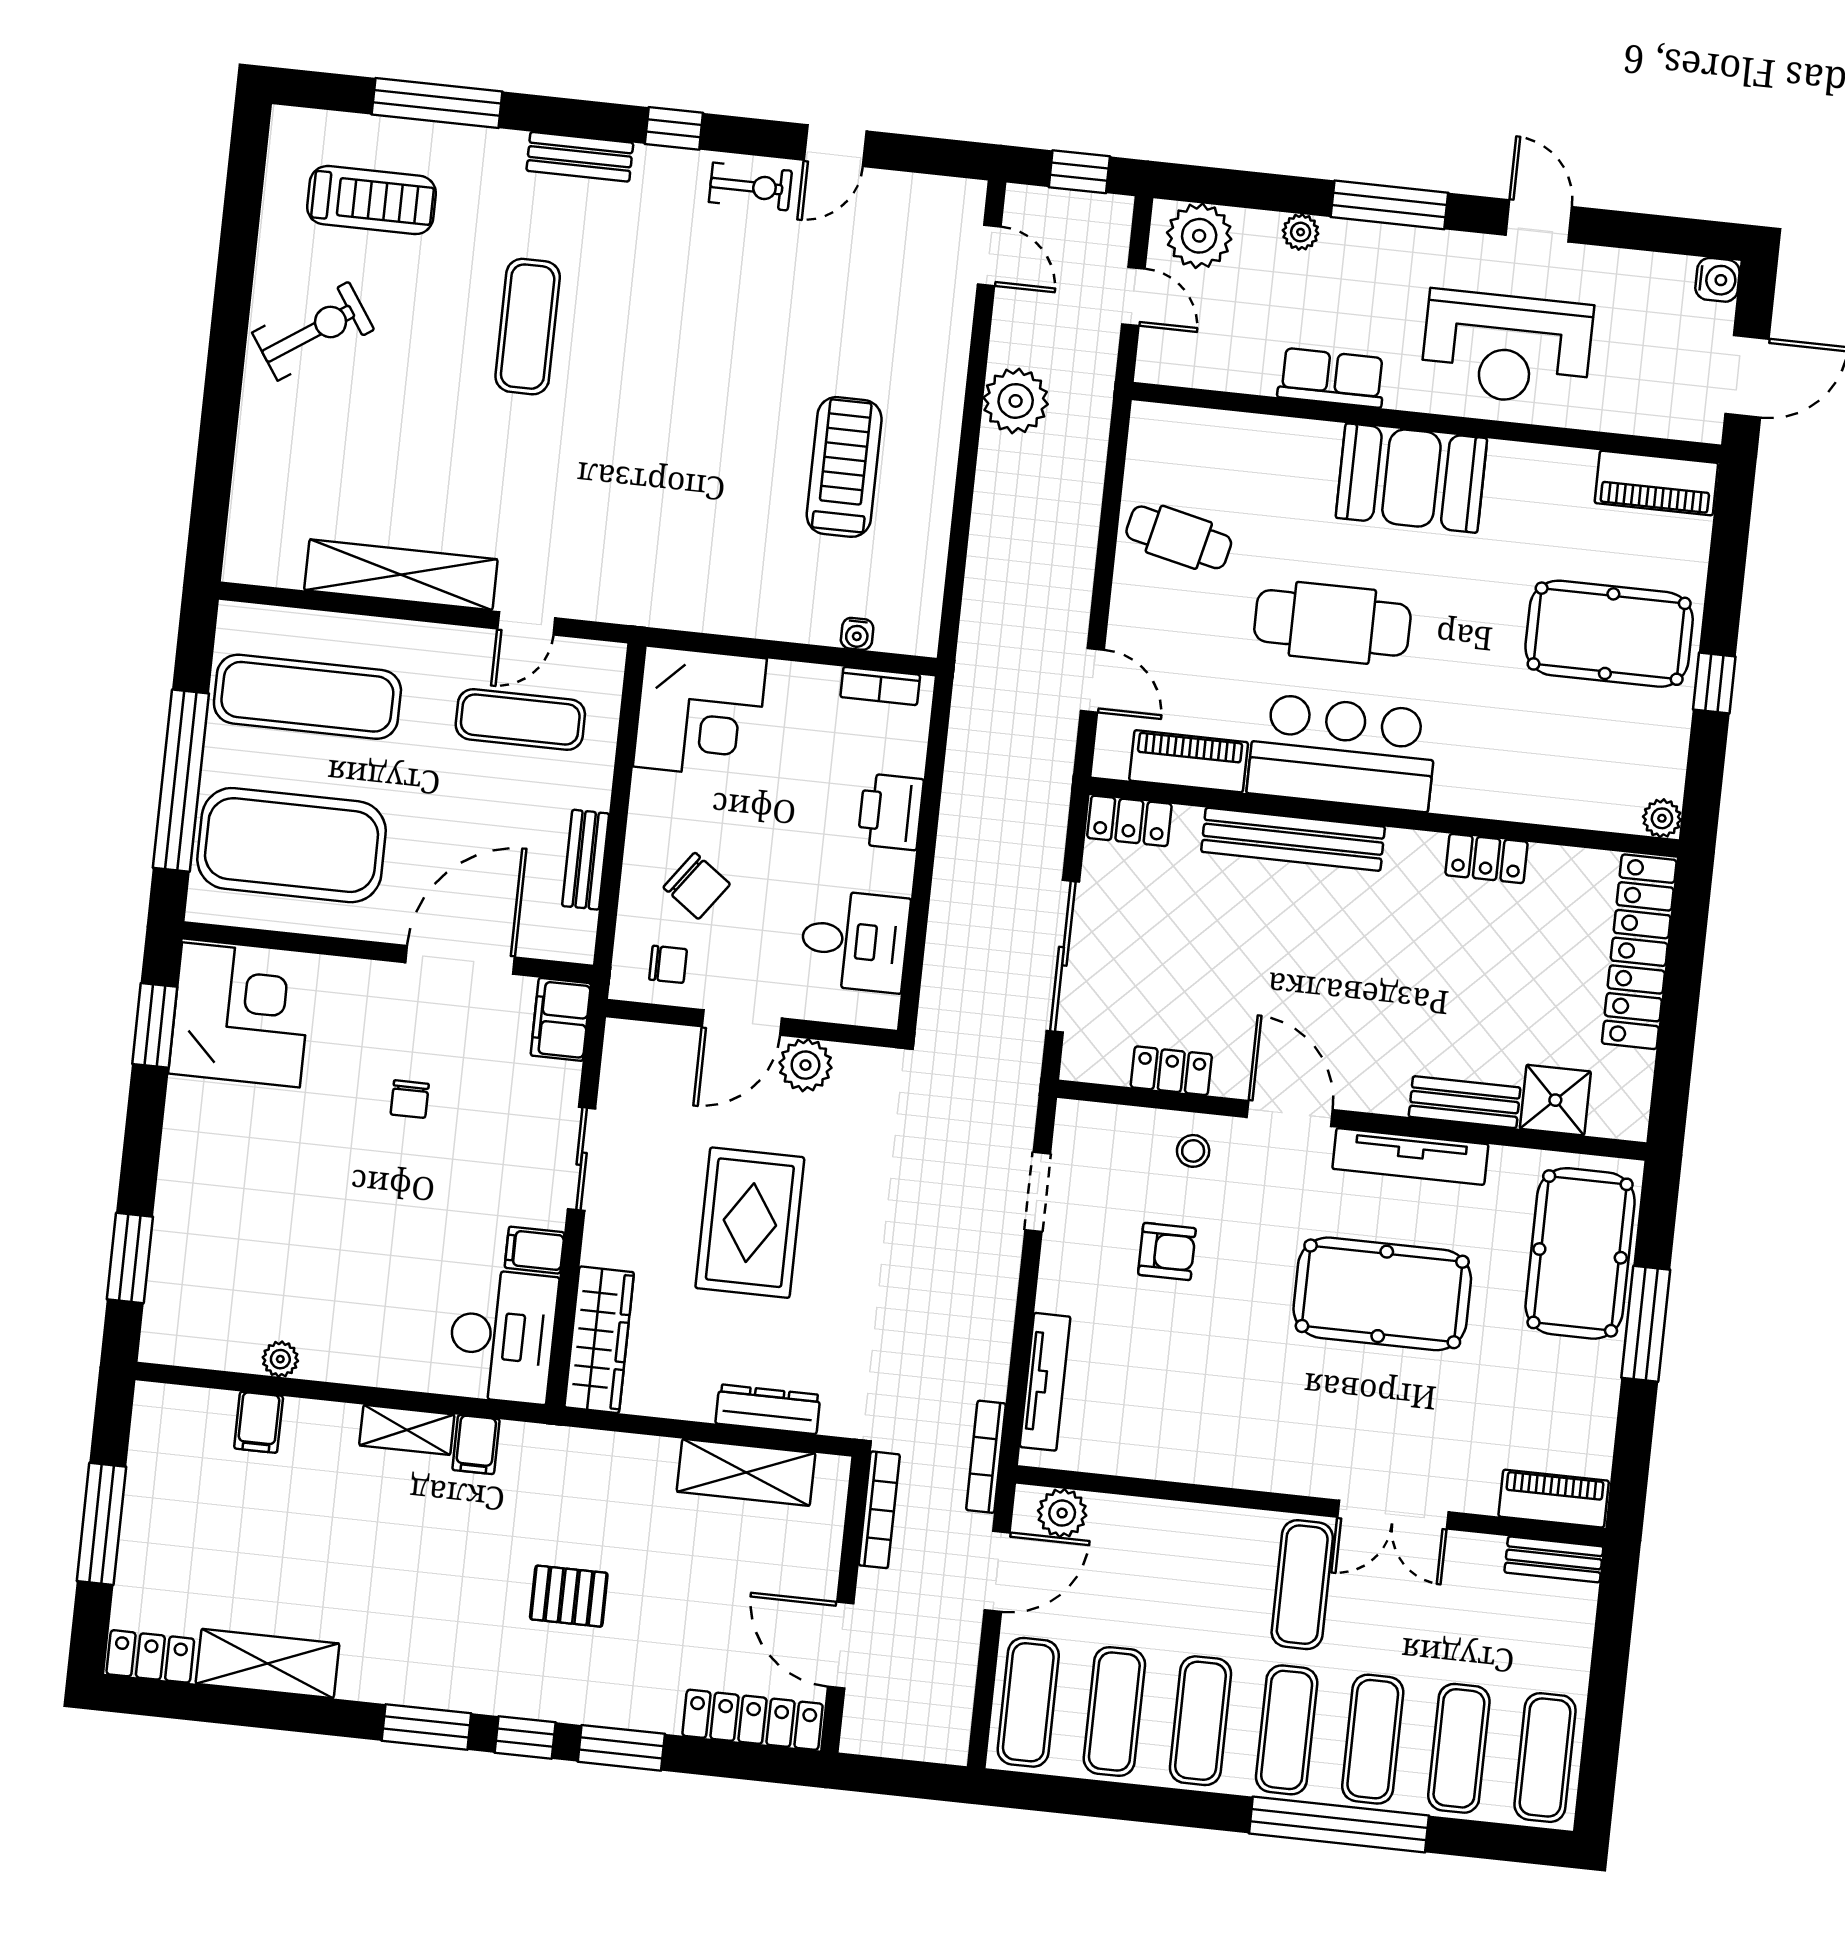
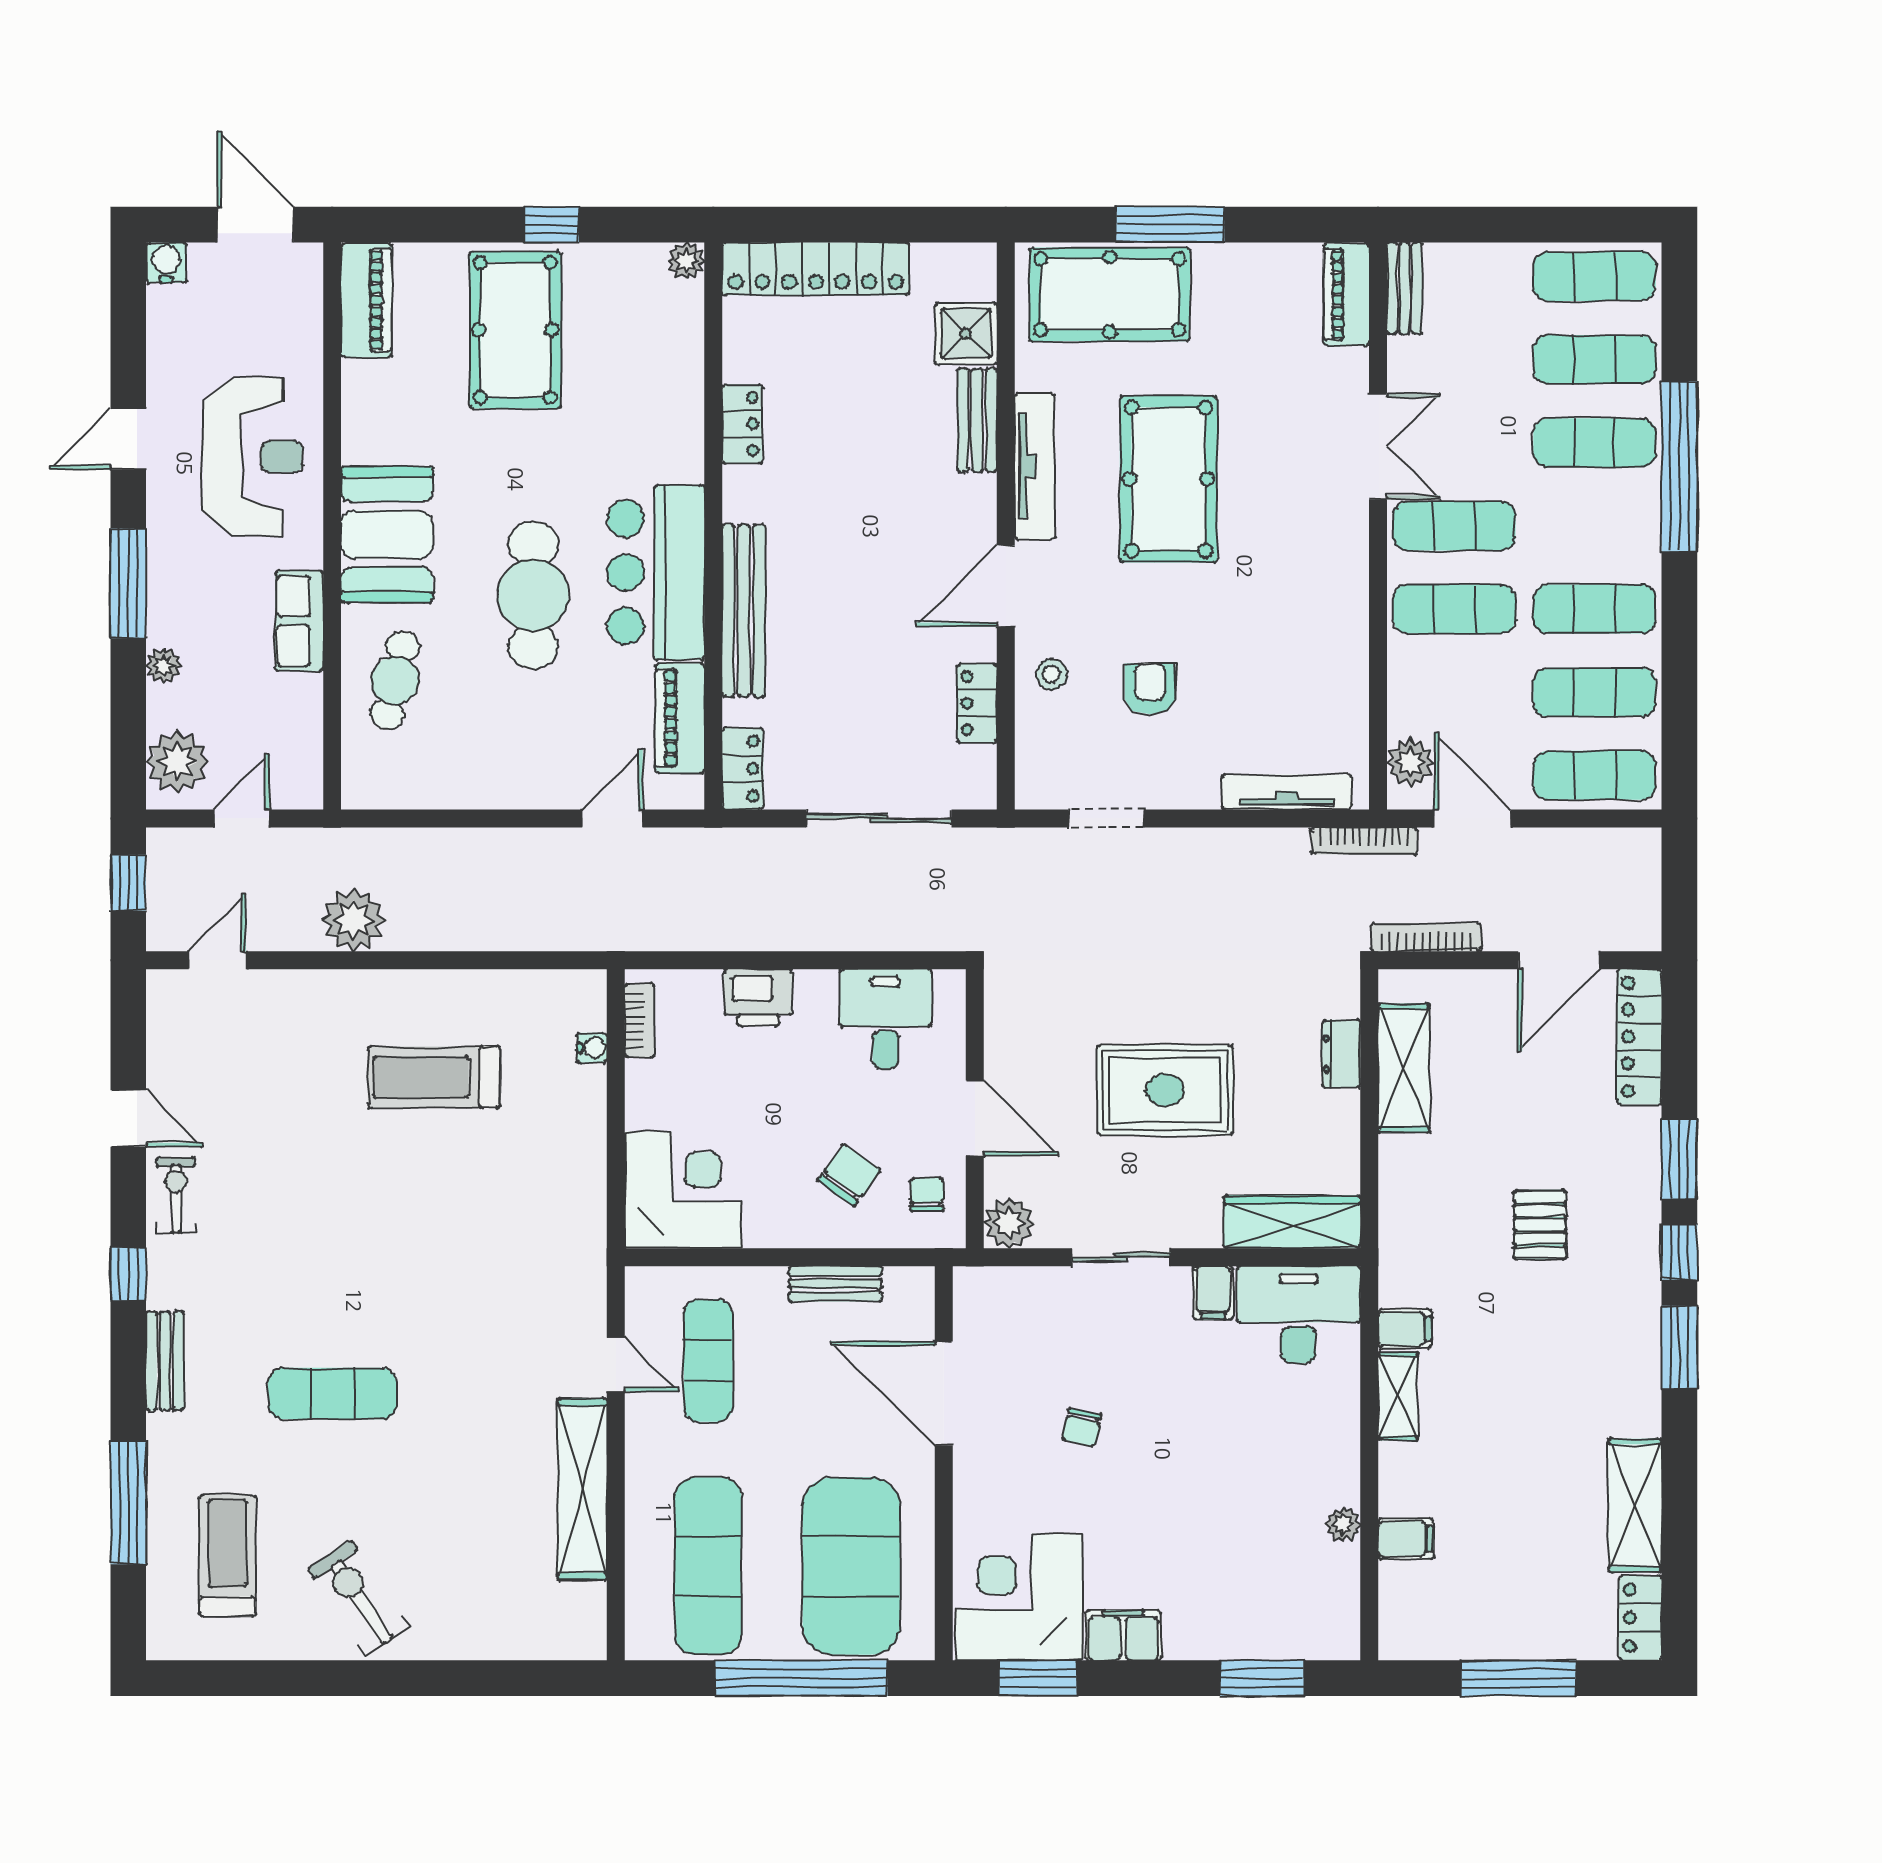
cafe table: (1179, 537) -> (395, 680), moved
filing cabinet: (561, 1019) -> (1123, 1635), moved, turned 180
plant: (805, 1065) -> (1009, 1223), moved
chair: (410, 1099) -> (1082, 1427), turned 102
dresser: (768, 1409) -> (1341, 1054), width x0.70
exercise mat: (1287, 1730) -> (1454, 609), moved

